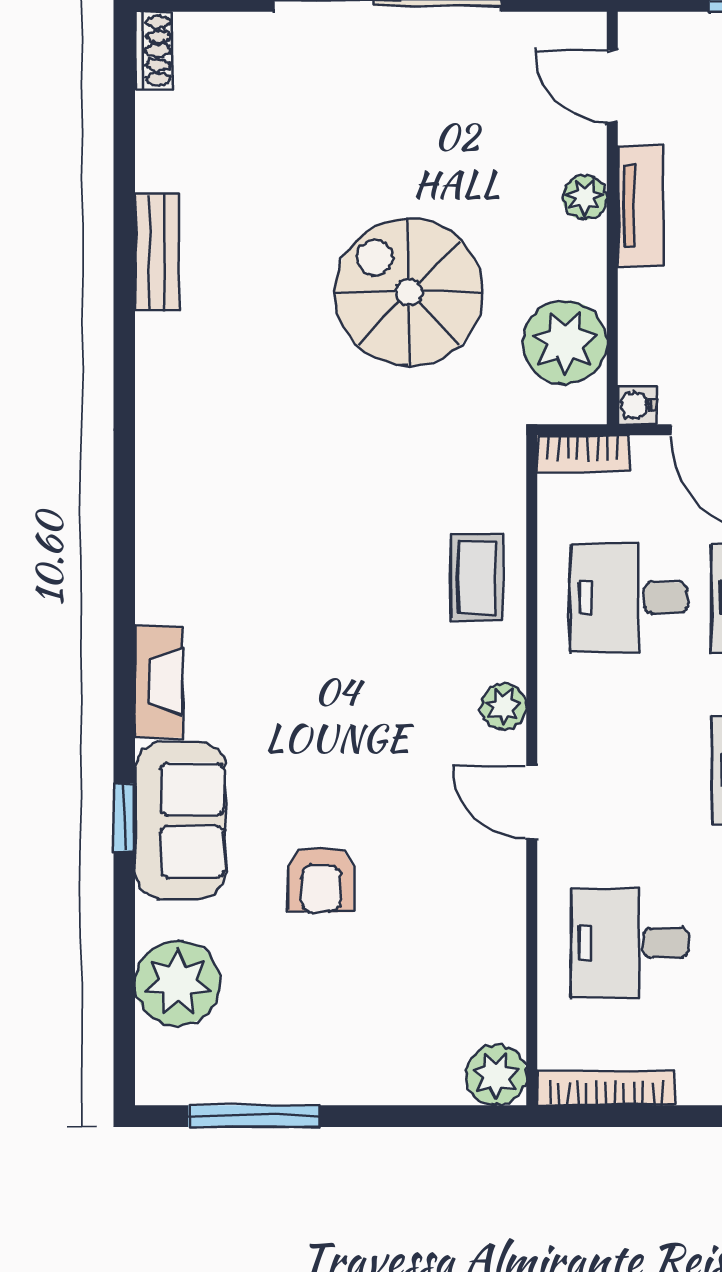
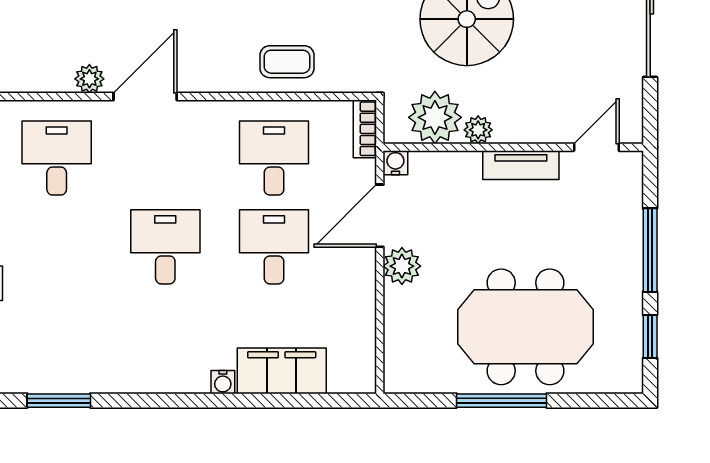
plant: (585, 198) -> (478, 130), moved
plant: (504, 707) -> (89, 79), moved
door: (532, 802) -> (145, 97), width x1.38

